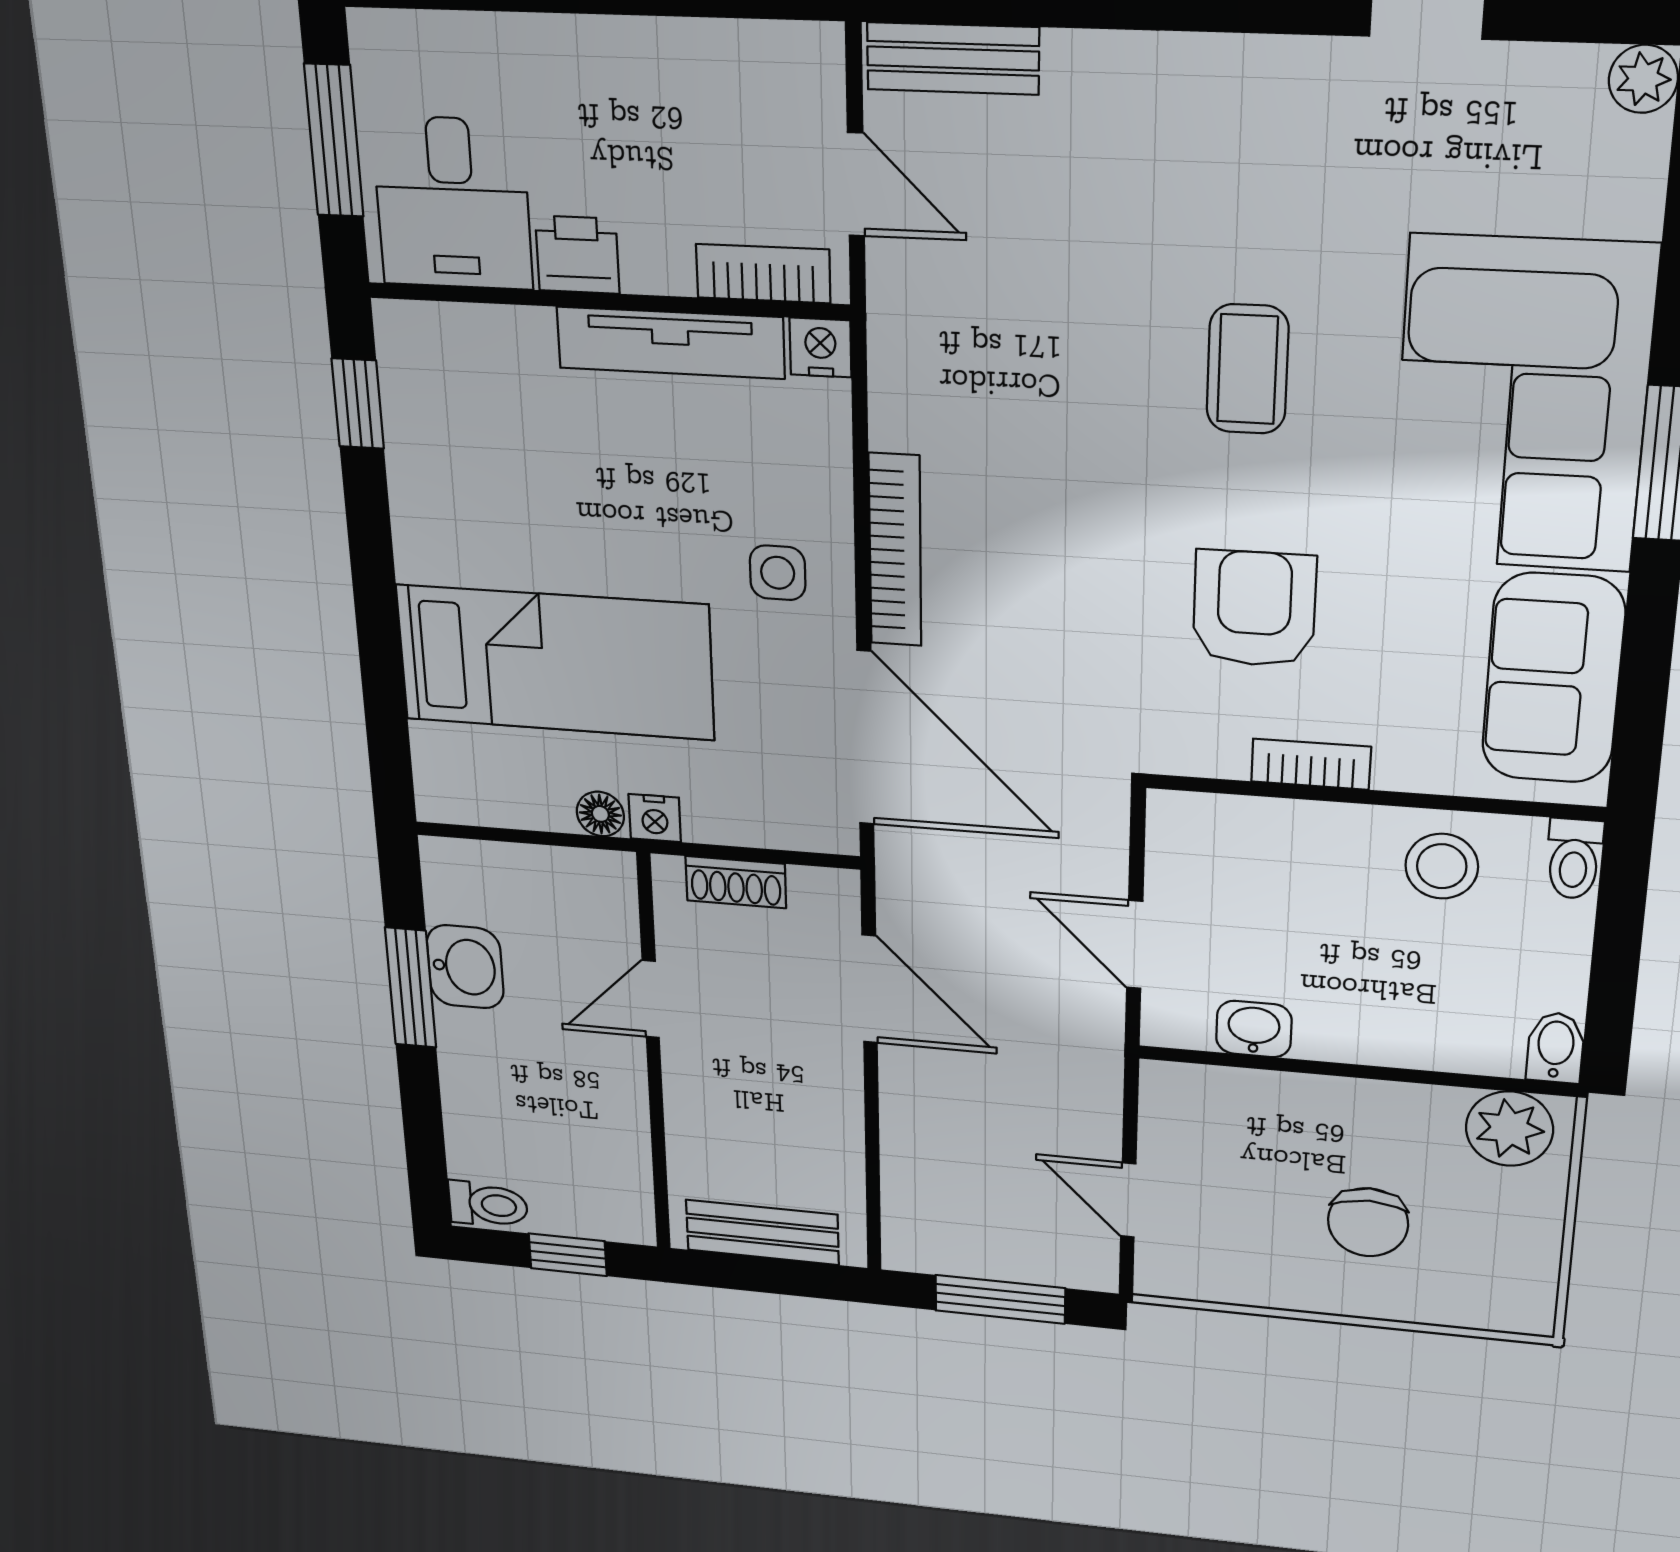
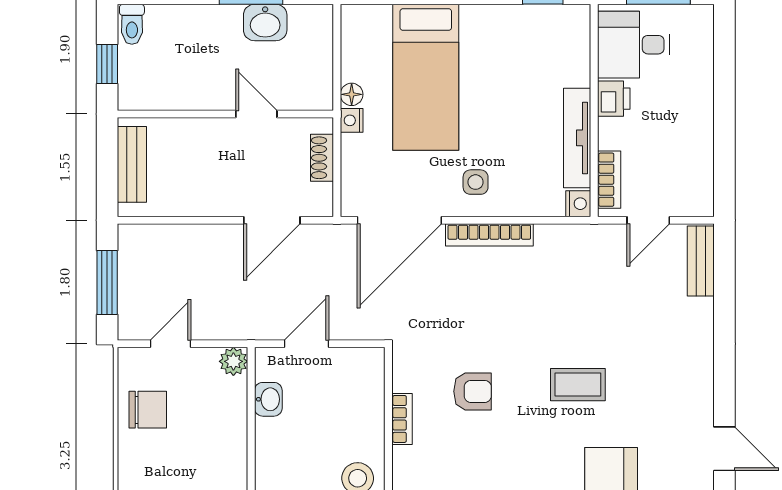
armchair: (1254, 609) -> (473, 391), width x0.72, depth x0.72
plant: (1169, 1088) -> (233, 361), added
chair: (1368, 1222) -> (148, 410), moved, turned 180

